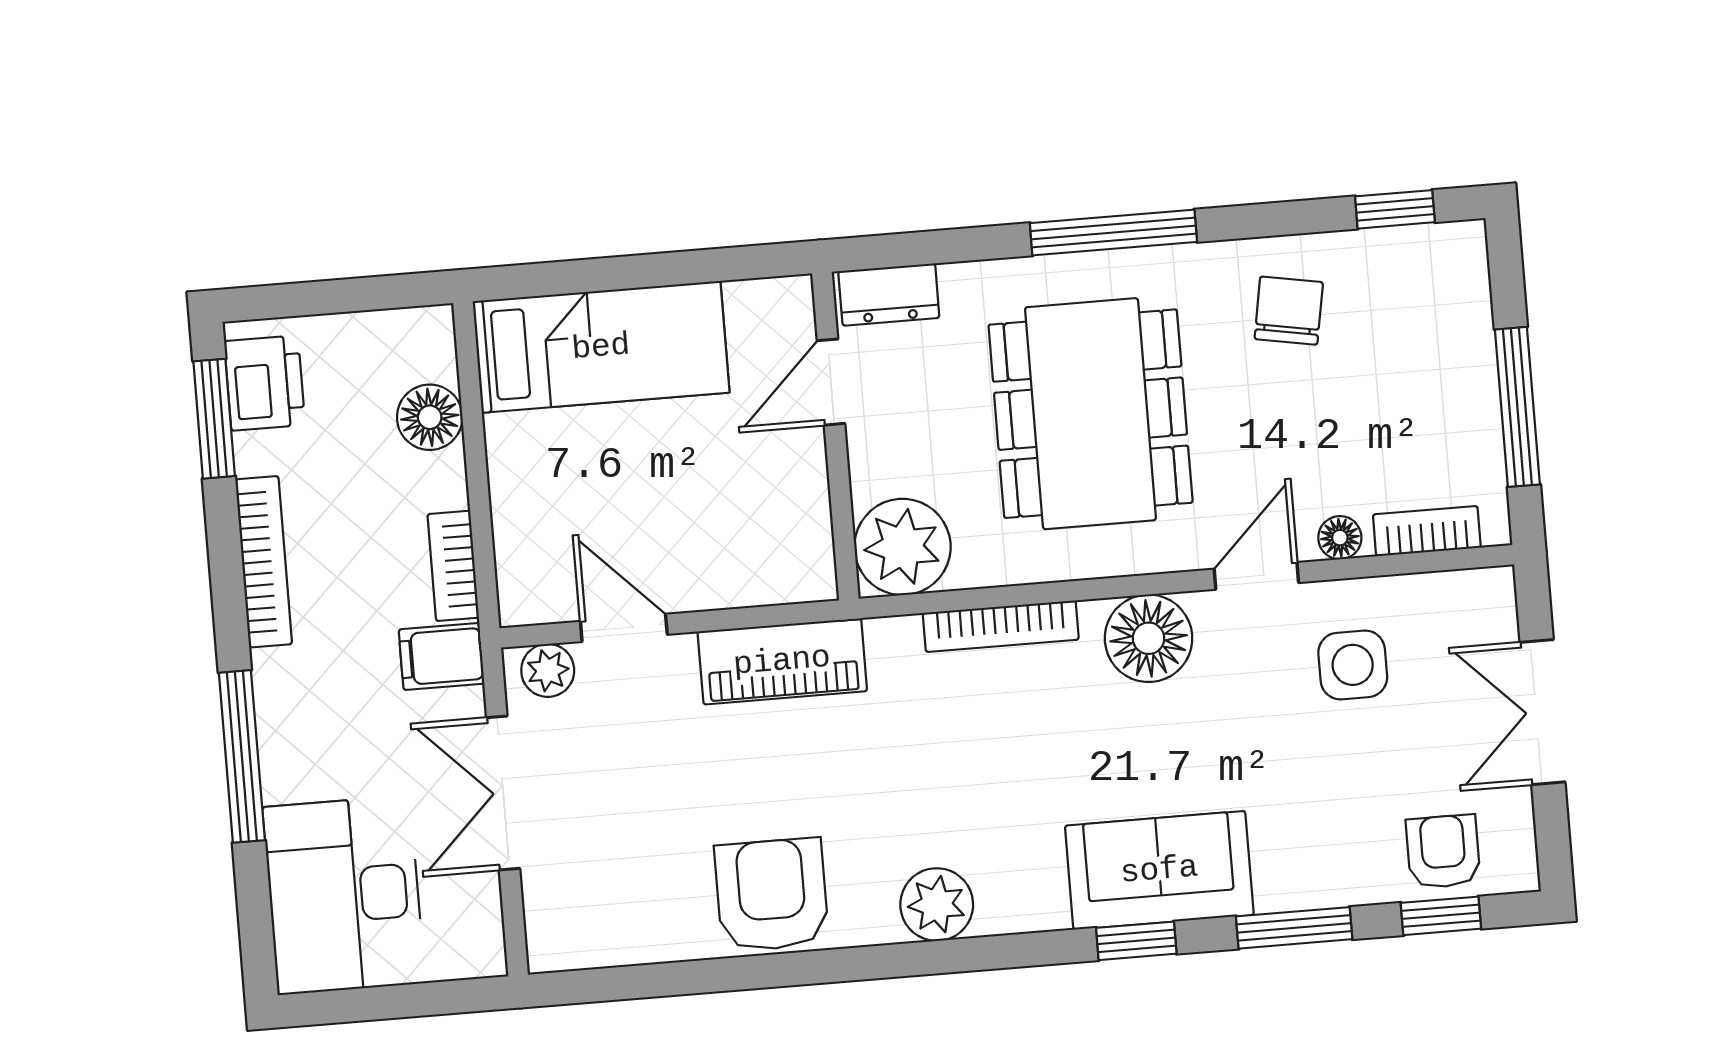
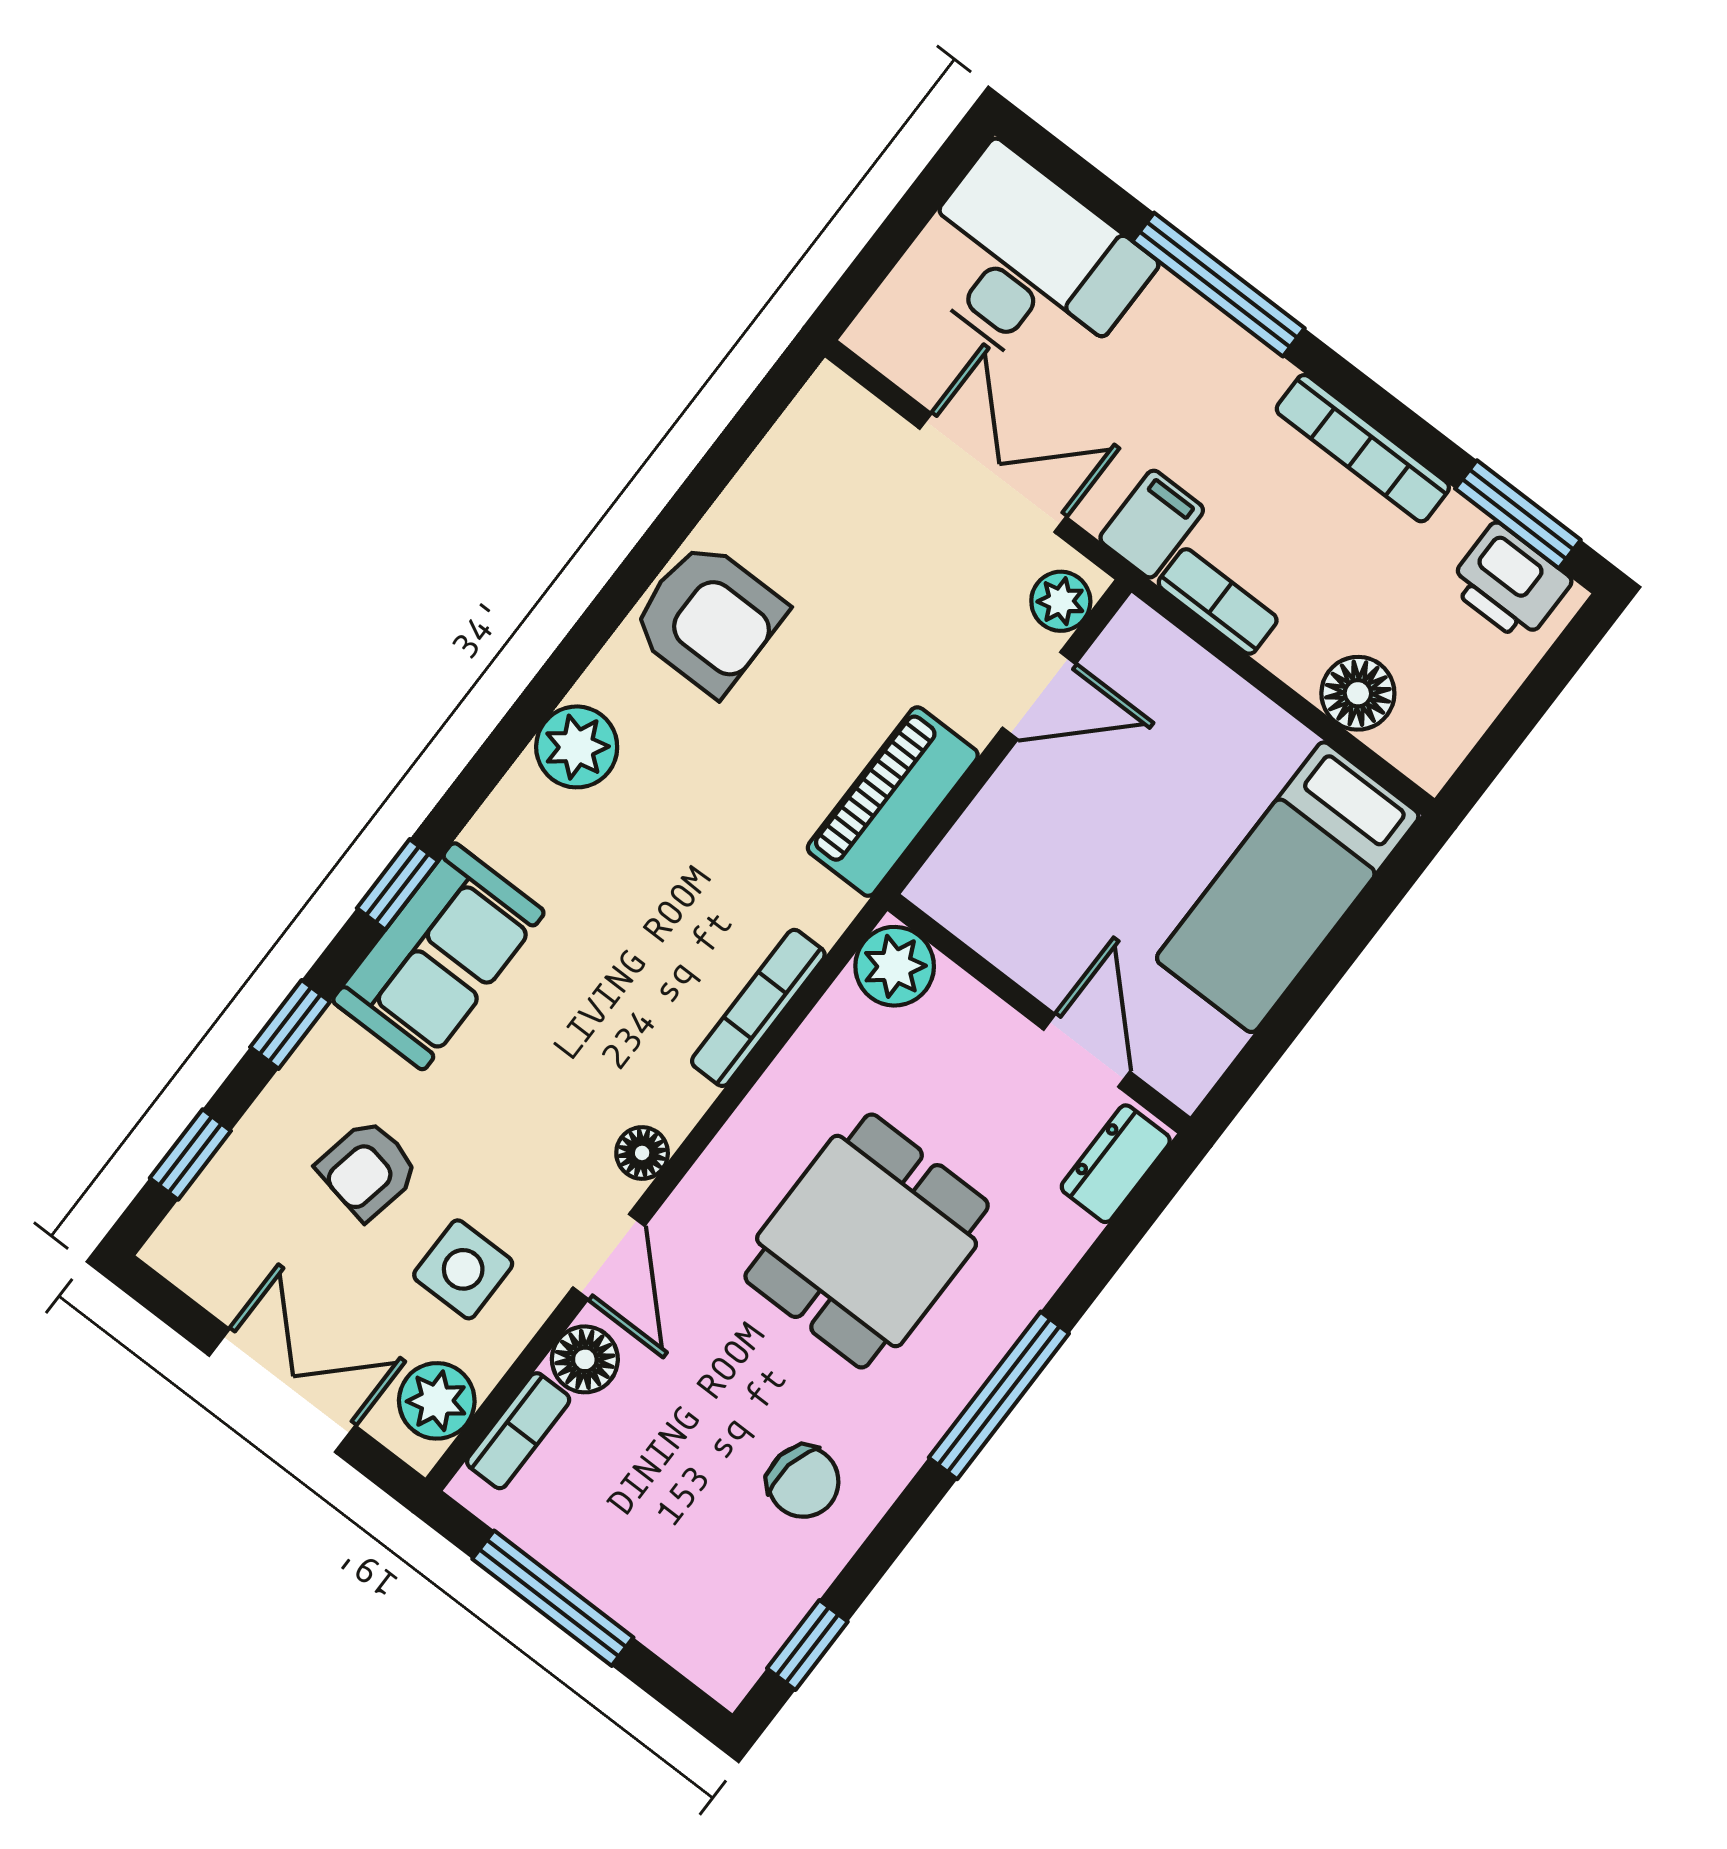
dining table: (1091, 414) -> (867, 1241), width x0.73
floor lamp: (1340, 538) -> (585, 1359), width x1.37, depth x1.37
plant: (903, 547) -> (895, 966), width x0.73, depth x0.73
plant: (1456, 603) -> (437, 1401), added
floor lamp: (1149, 638) -> (642, 1153), width x0.53, depth x0.53
armchair: (1443, 852) -> (368, 1169), moved, turned 101
window: (1294, 928) -> (290, 1024), width x0.67

